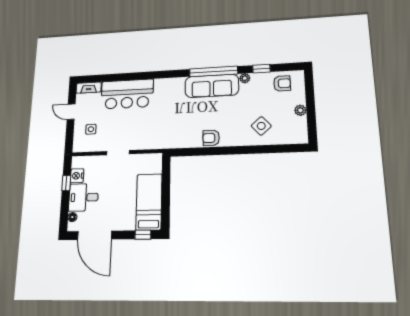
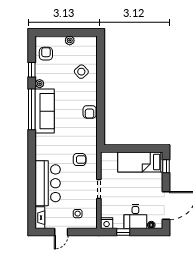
armchair: (154, 129) -> (80, 160), added
nightstand: (77, 176) -> (107, 223), moved

